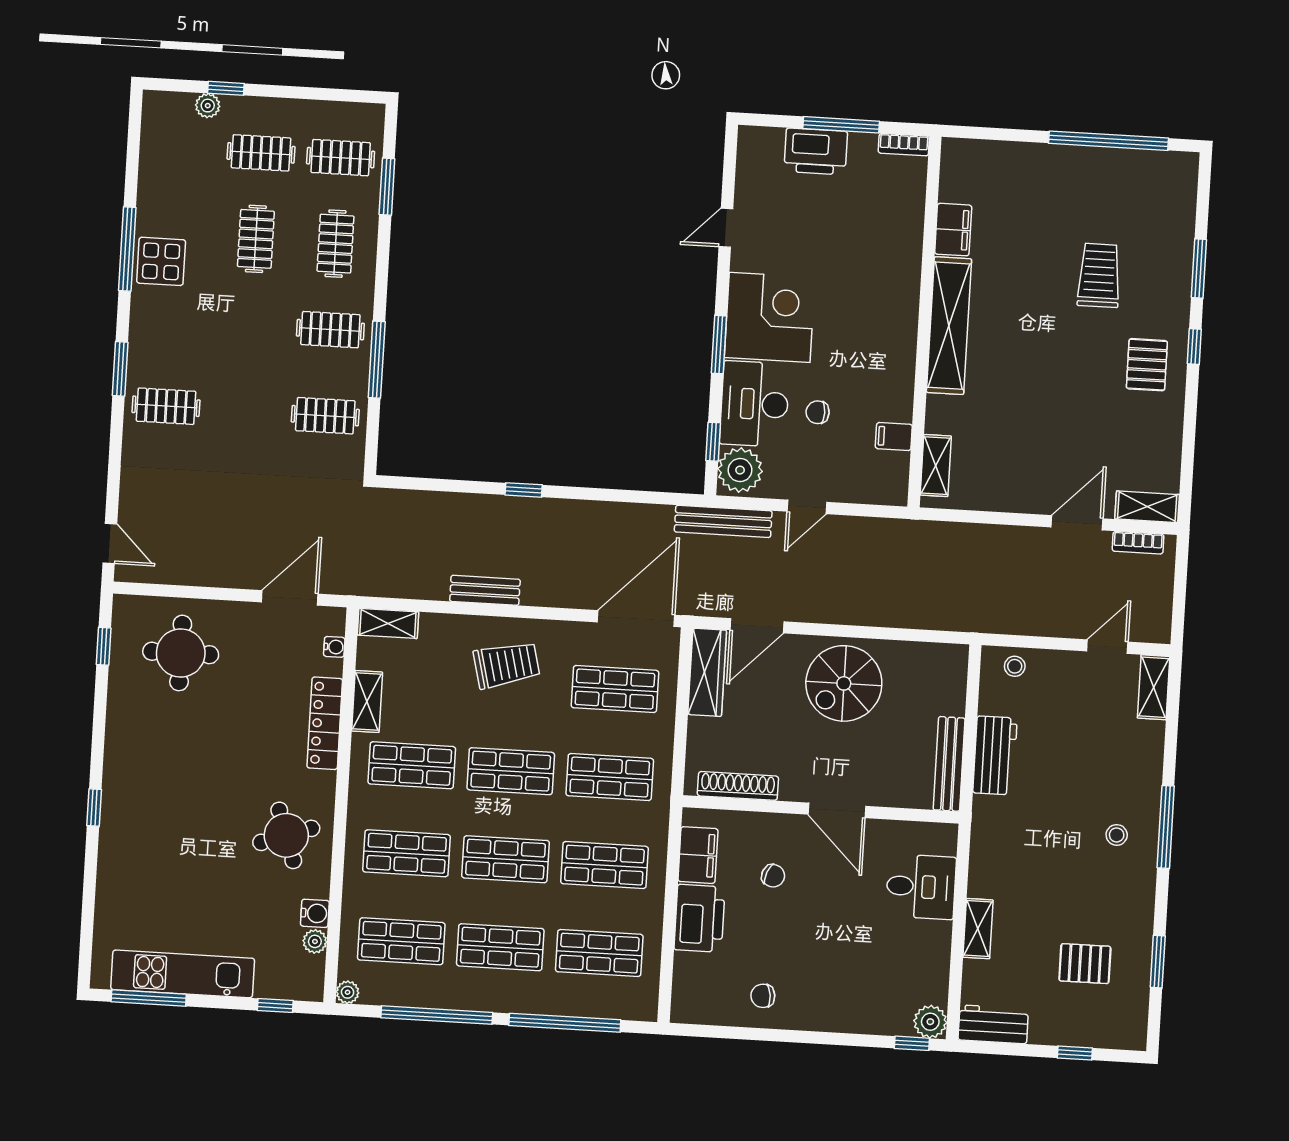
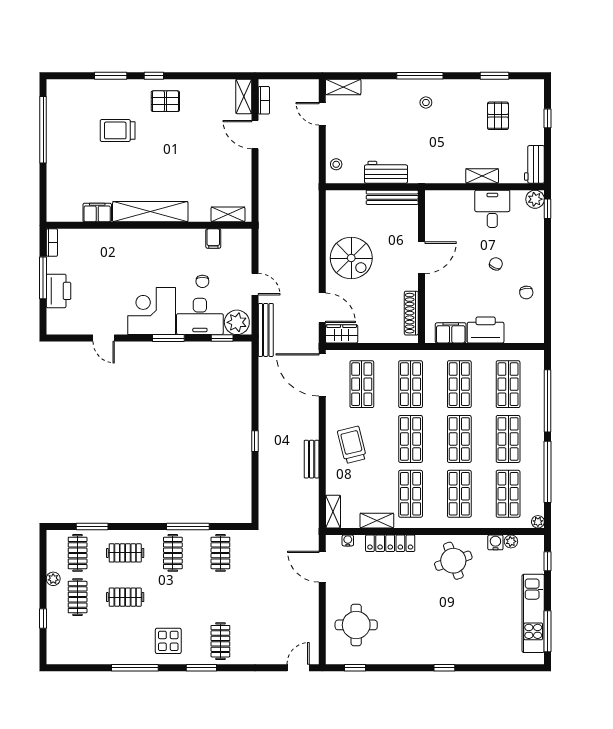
plant: (208, 106) -> (53, 579), moved
display table: (161, 261) -> (168, 641), moved
wardrobe: (707, 672) -> (342, 334), width x0.67
chair: (773, 876) -> (496, 264), moved
desk: (921, 887) -> (492, 209), moved

